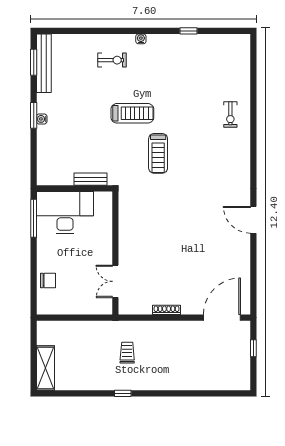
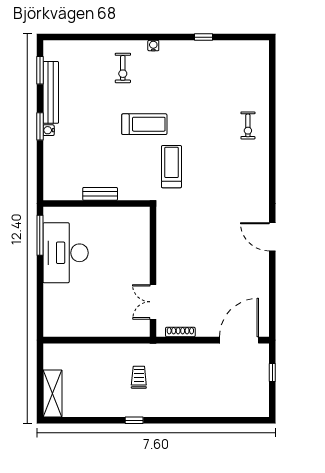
exercise bike: (112, 60) -> (123, 68), turned 90
bench: (44, 63) -> (51, 92), moved
treadmill: (158, 153) -> (171, 167), turned 180
desk: (65, 213) -> (66, 253), moved, turned -90
wall: (115, 253) -> (153, 272), moved
chair: (48, 280) -> (55, 301), removed
double door: (115, 281) -> (153, 302), moved

